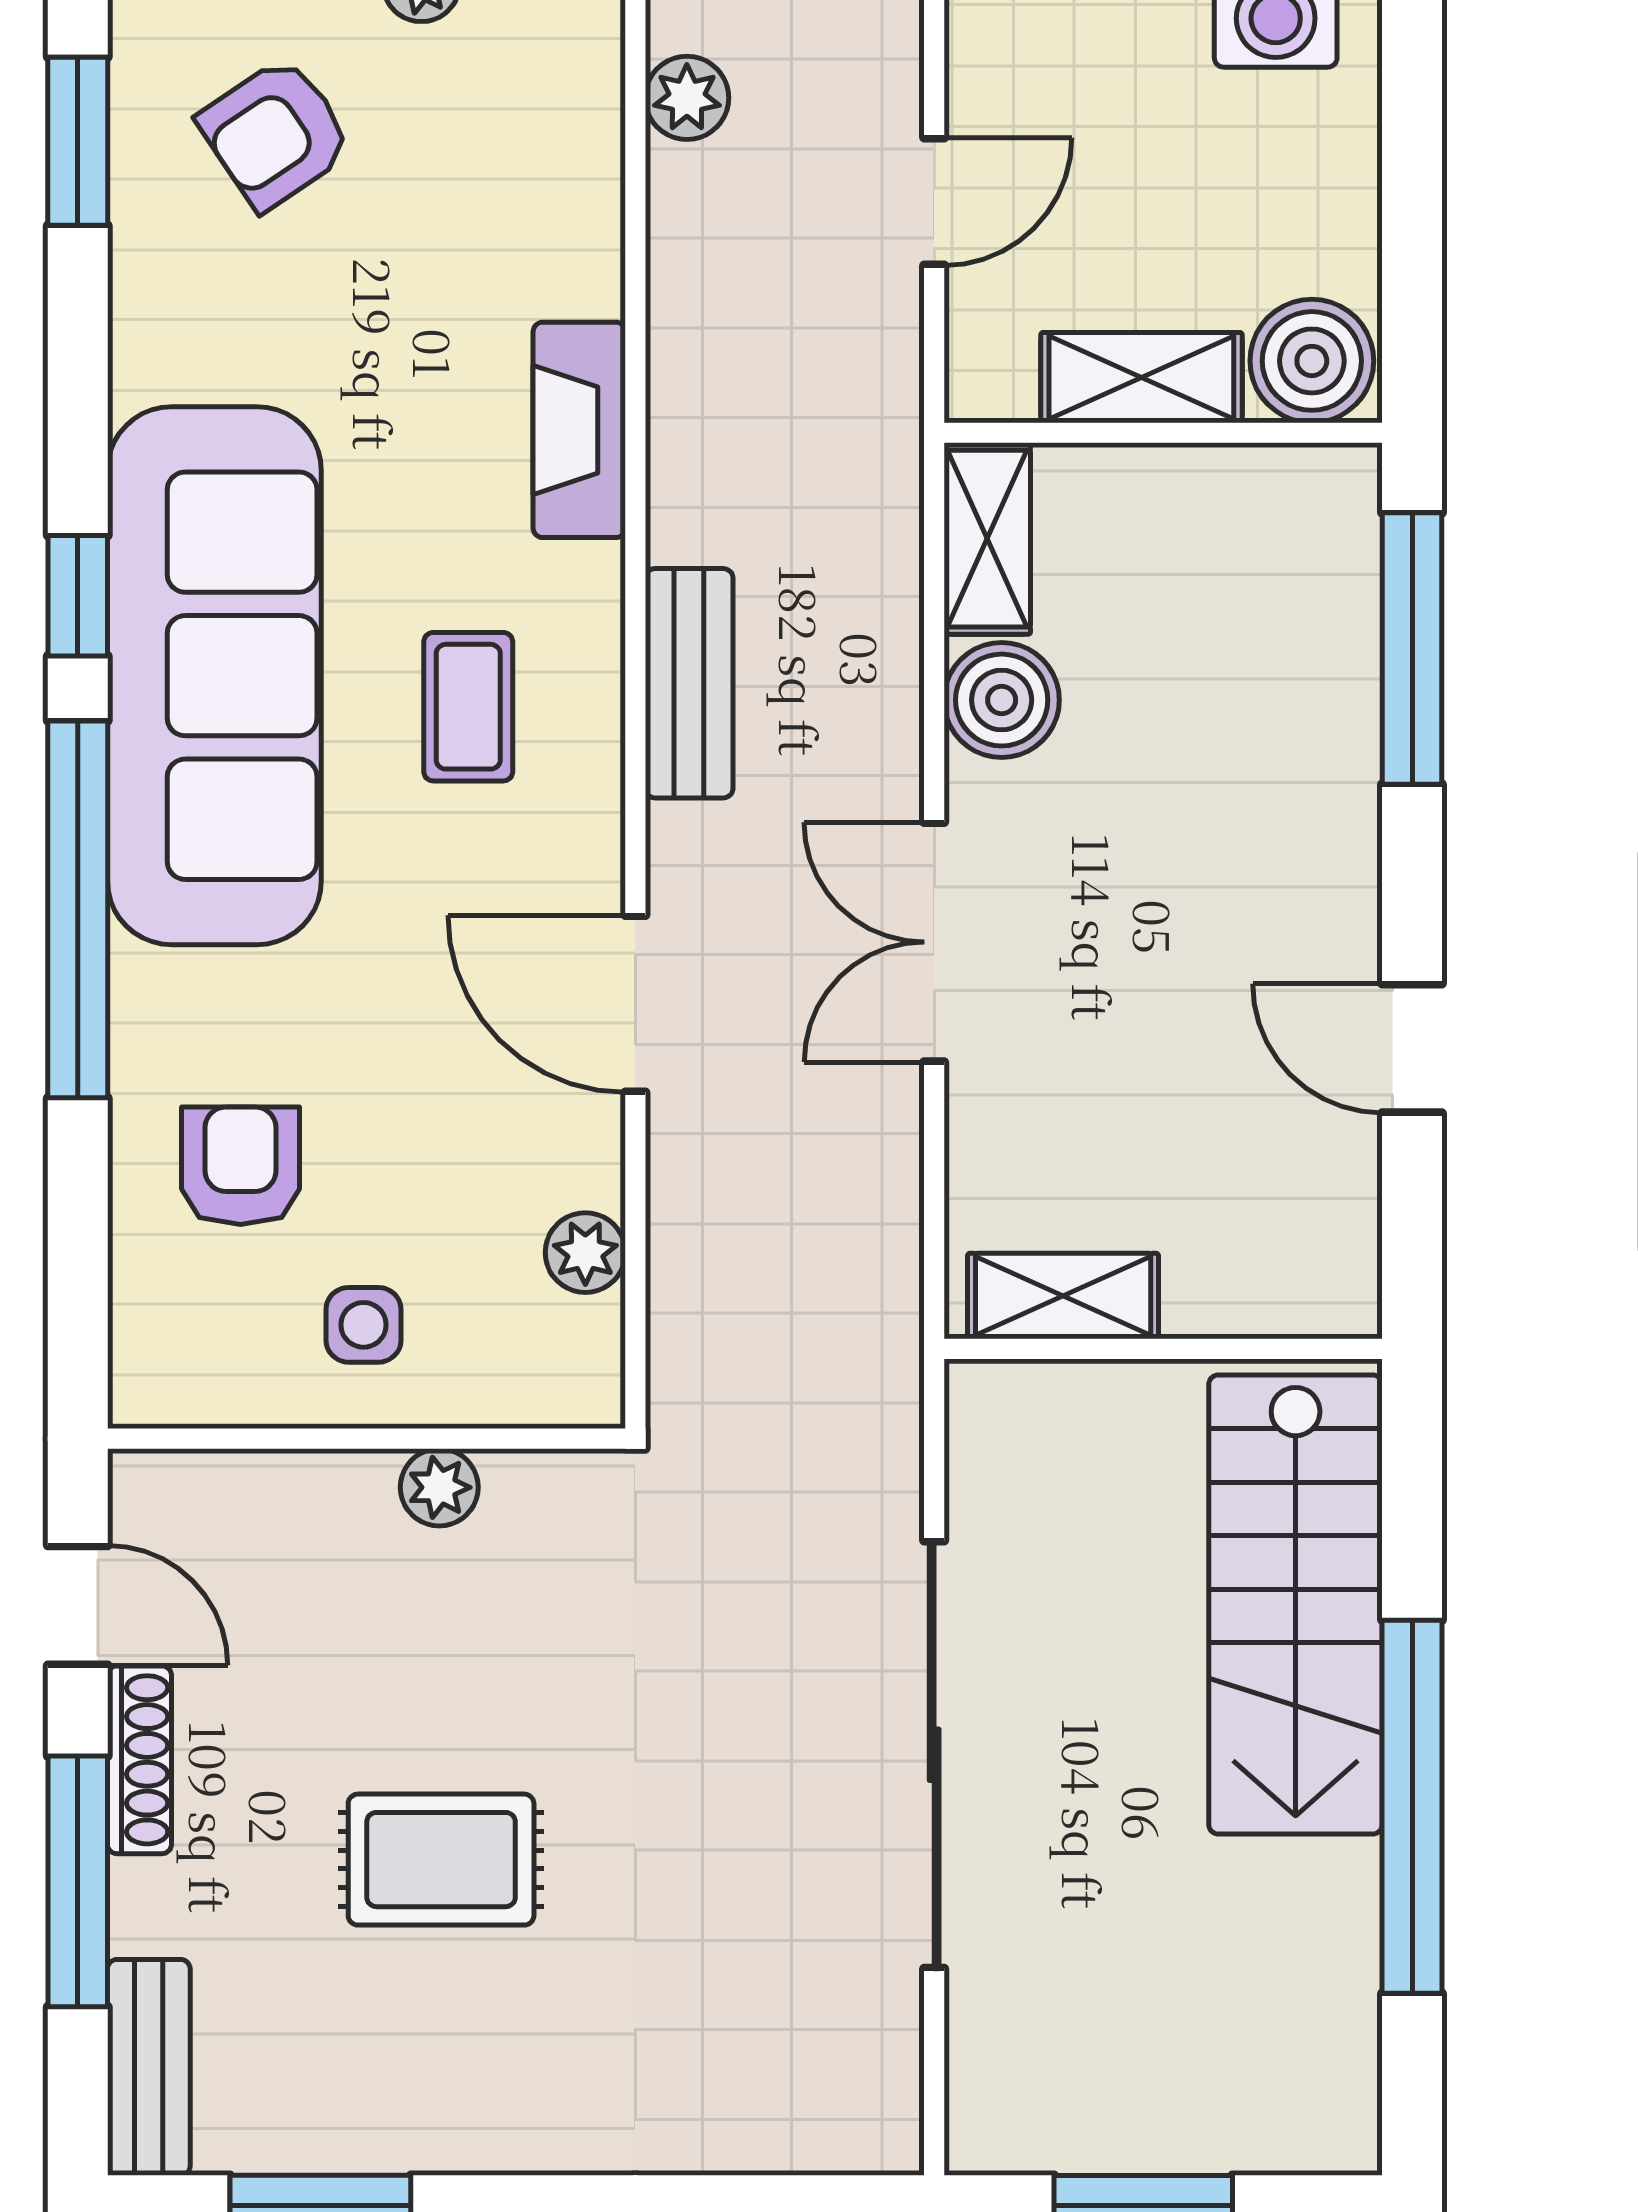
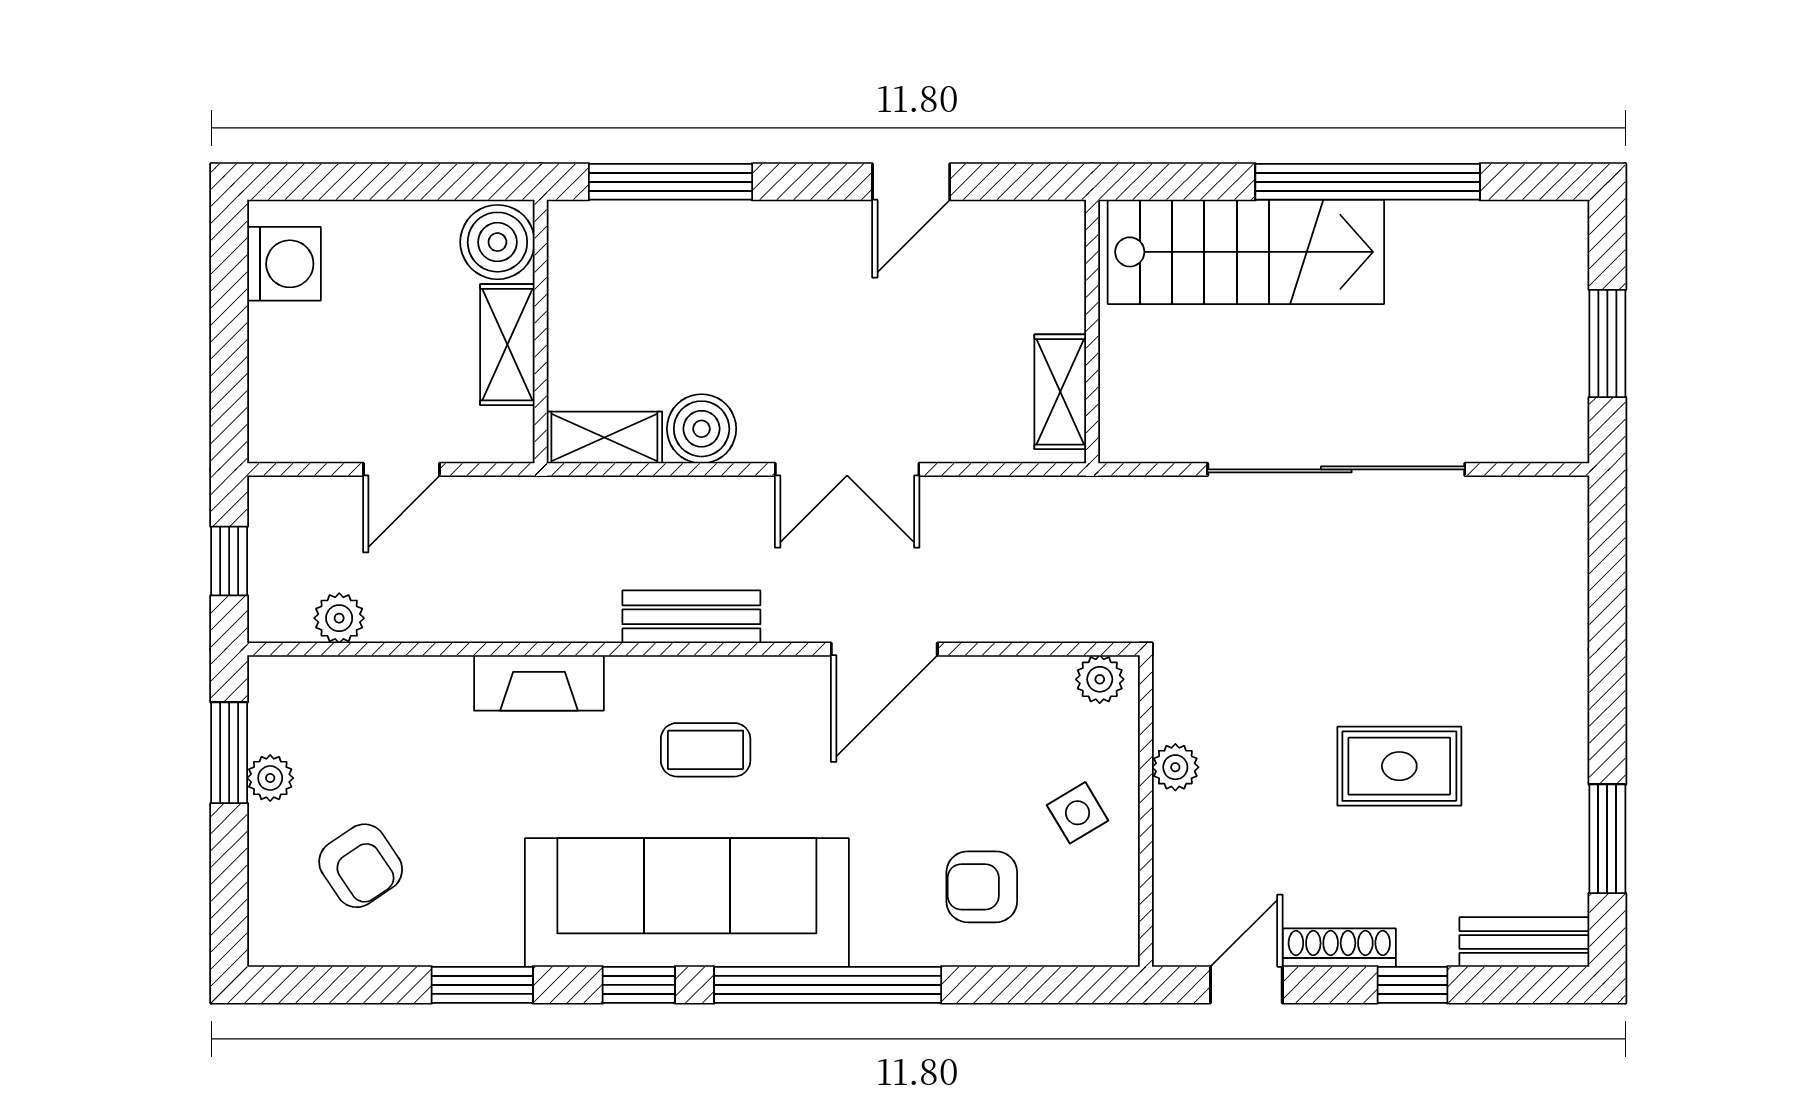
window: (78, 141) -> (482, 985), moved
door: (934, 201) -> (401, 469), swing flipped
plant: (585, 1253) -> (1100, 679), moved
side table: (364, 1325) -> (1078, 813), turned -31
rug: (441, 1860) -> (1399, 766), turned 90
window: (78, 1881) -> (1413, 985), width x0.46

